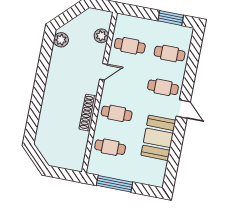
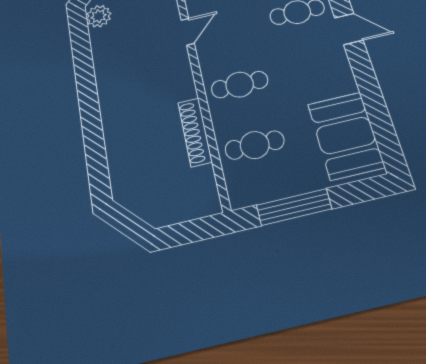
shoe rack: (88, 113) -> (195, 132), moved
booth: (158, 138) -> (346, 135), moved

